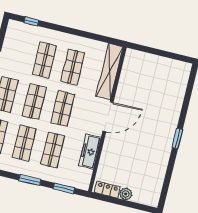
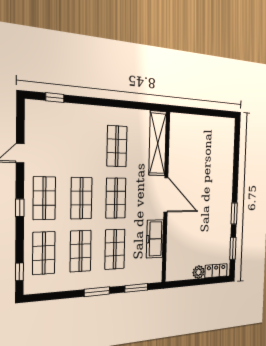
shop shelf: (44, 60) -> (82, 144), removed
door: (108, 117) -> (166, 195), hinge flipped
window: (177, 138) -> (234, 214), moved
window: (166, 183) -> (233, 248), added
locker: (107, 190) -> (216, 271), moved

